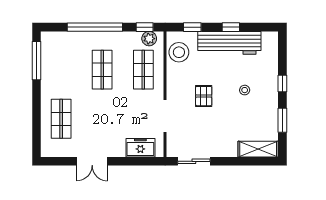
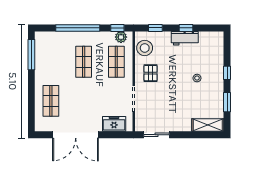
workbench: (229, 43) -> (185, 38), width x0.53, depth x0.76
pallet: (204, 96) -> (151, 73), moved
double door: (92, 161) -> (76, 135), width x1.87

